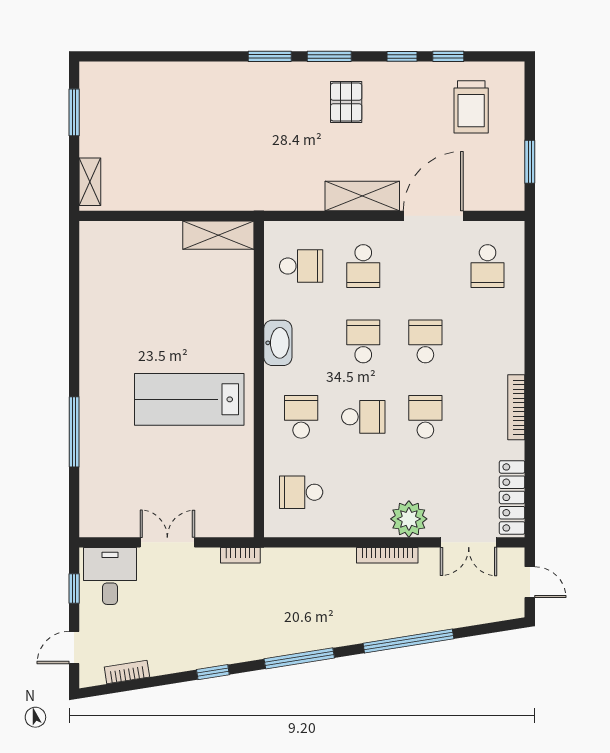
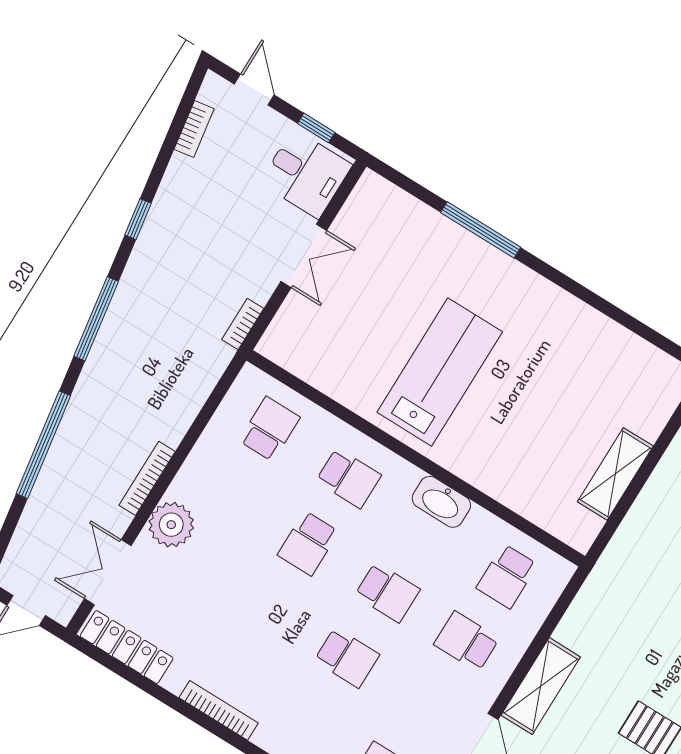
shelving: (218, 235) -> (615, 474), moved
school desk: (425, 417) -> (268, 609), removed

